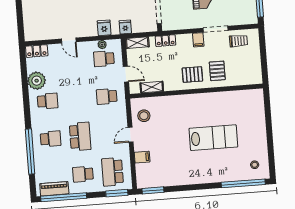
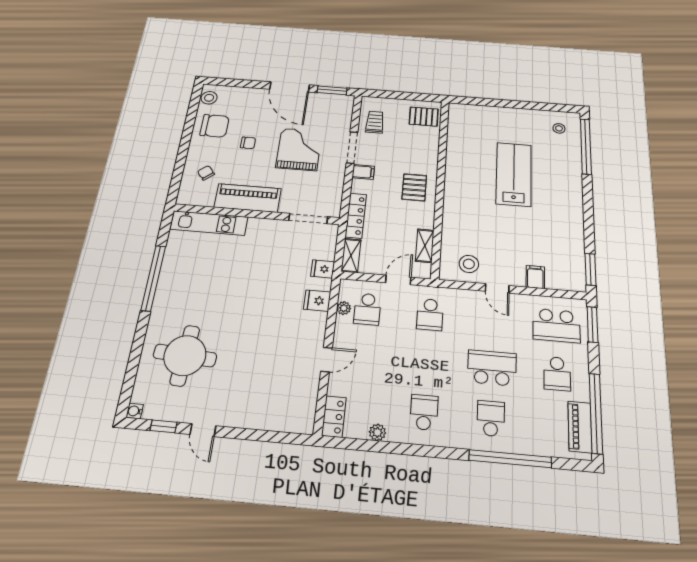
locker: (165, 41) -> (356, 216), width x1.53
pallet: (217, 71) -> (424, 117), moved
plant: (37, 81) -> (377, 432), width x0.53, depth x0.53

